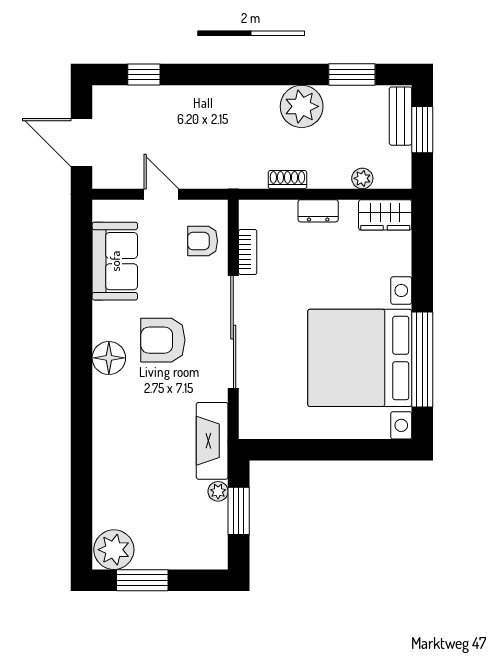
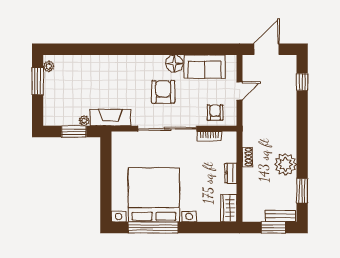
plant: (362, 178) -> (248, 196), removed
floor lamp: (109, 358) -> (174, 64), moved
plant: (114, 550) -> (49, 66), width x0.53, depth x0.53

